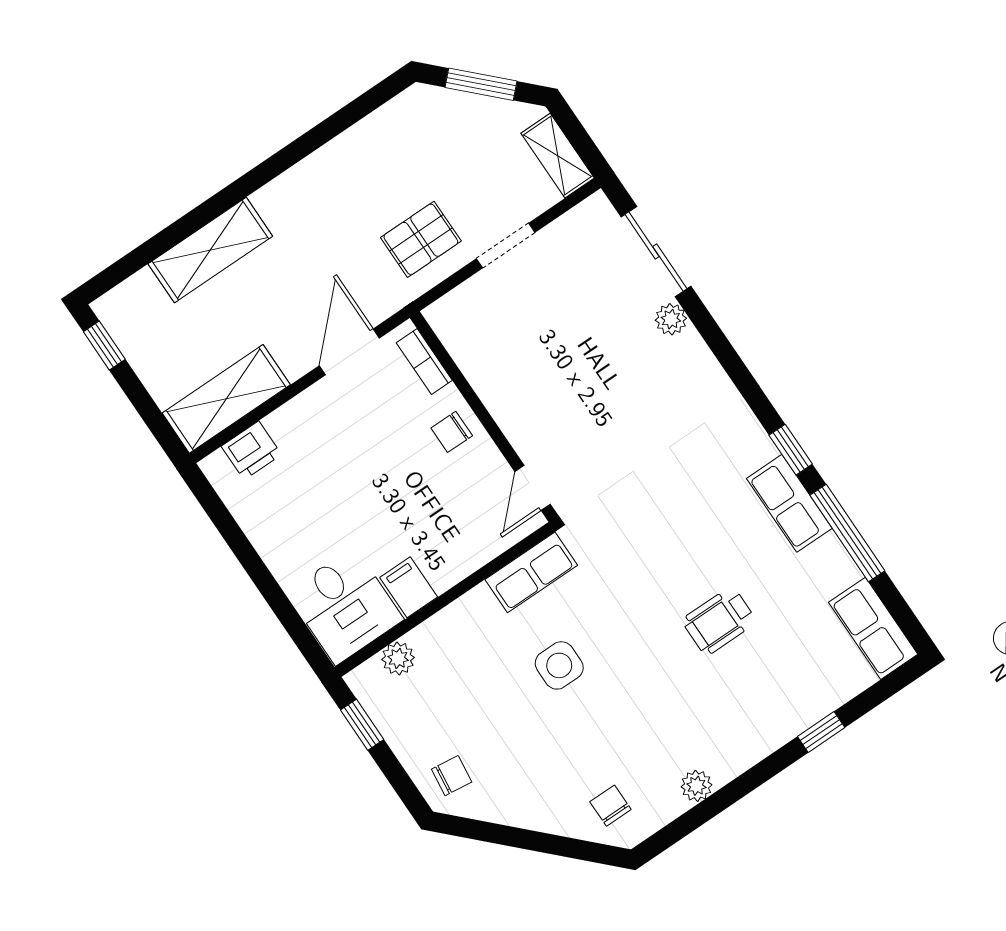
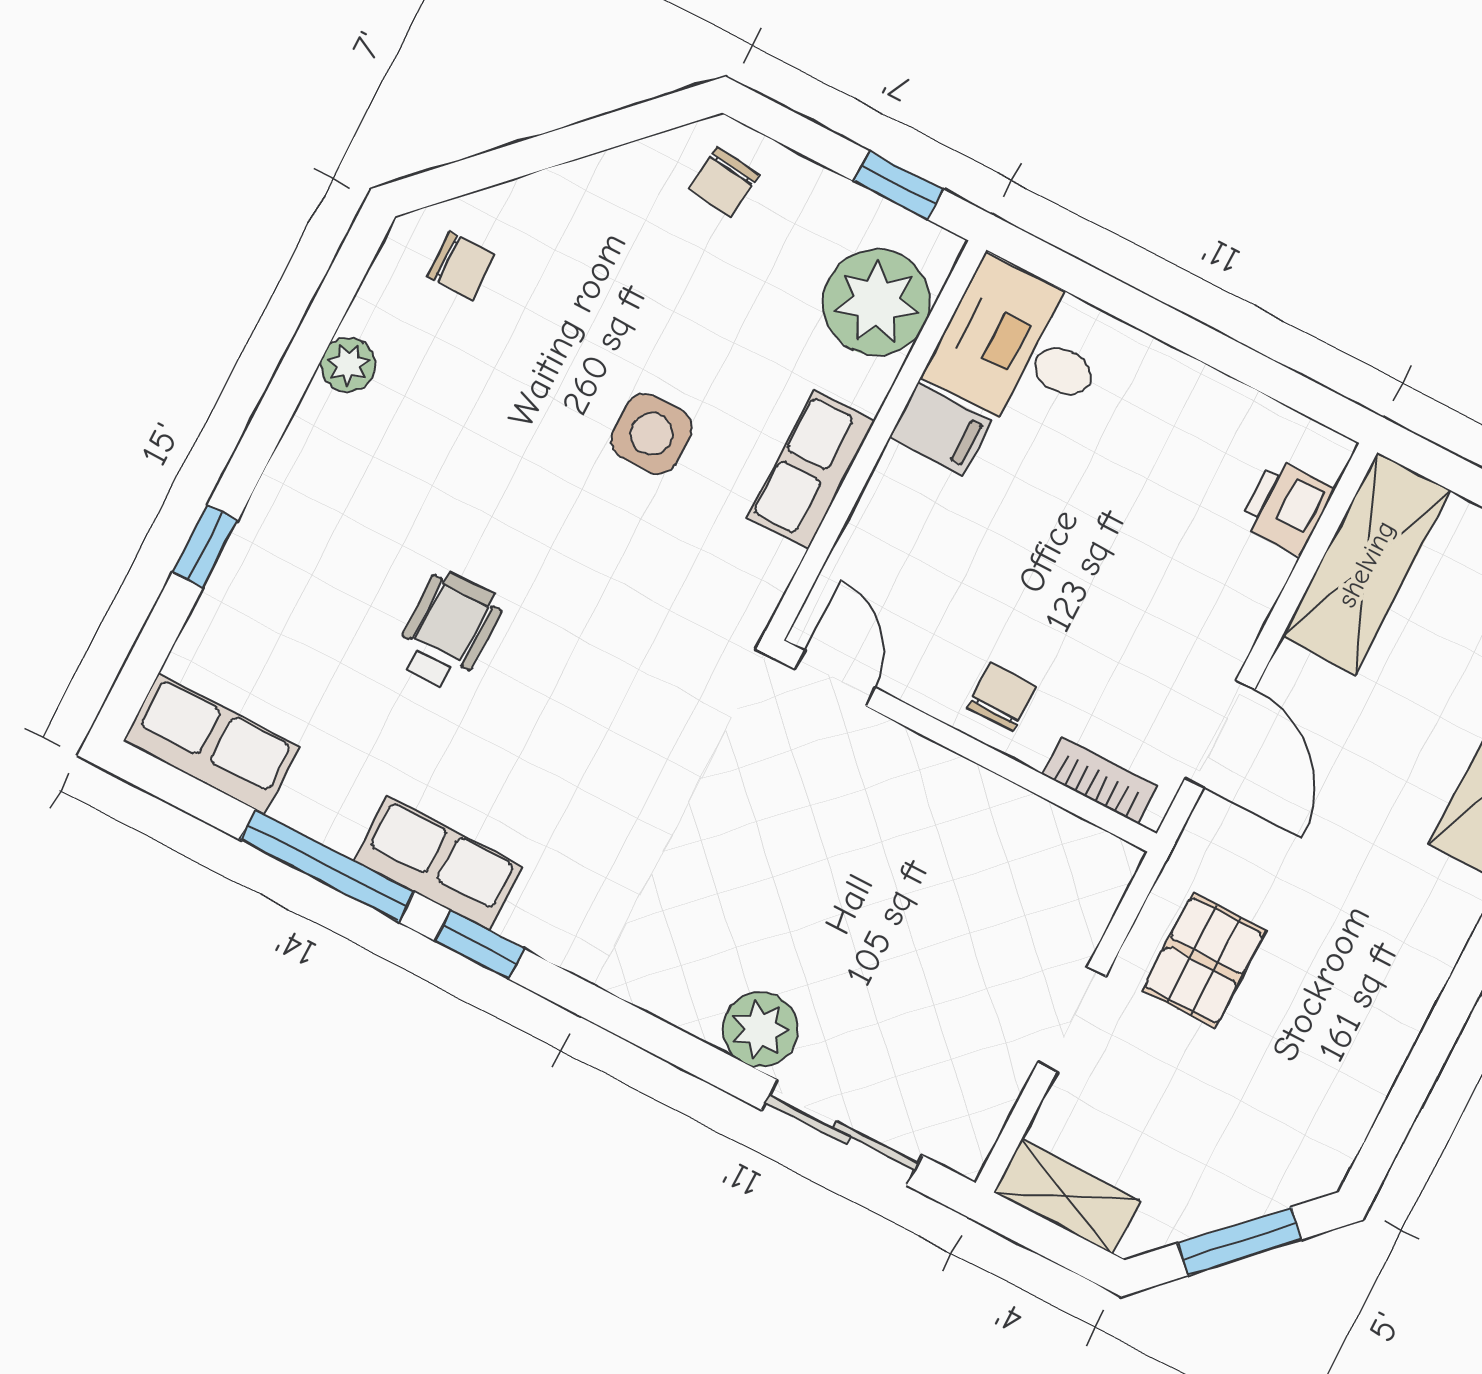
plant: (671, 319) -> (760, 1029), width x1.38, depth x1.38
row of seats: (531, 572) -> (811, 469), moved
plant: (398, 658) -> (876, 302), width x1.88, depth x1.88

